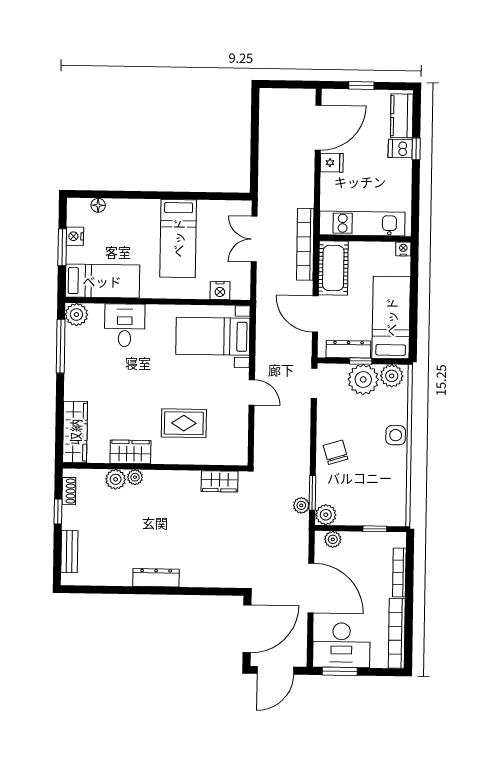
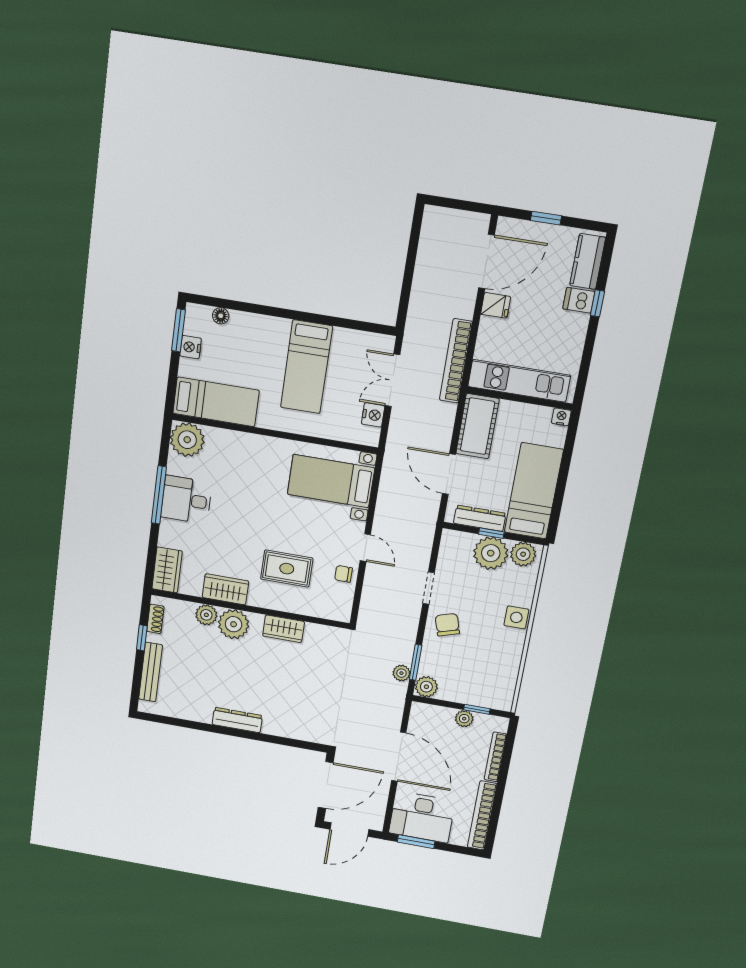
bookcase: (305, 244) -> (456, 361), moved
window: (62, 247) -> (178, 330), moved
nightstand: (220, 290) -> (373, 415), moved, turned -90
plant: (76, 314) -> (187, 440), width x1.36, depth x1.36
desk: (125, 325) -> (186, 500), moved, turned -90
window: (61, 346) -> (159, 495), moved
doorway: (314, 383) -> (429, 588), moved
chair: (236, 420) -> (343, 574), added
wardrobe: (75, 432) -> (167, 570), width x0.67
plant: (135, 477) -> (234, 624), width x1.88, depth x1.88
wardrobe: (220, 481) -> (283, 629), moved
plant: (333, 539) -> (464, 719), moved
bench: (69, 552) -> (151, 672), width x1.36

